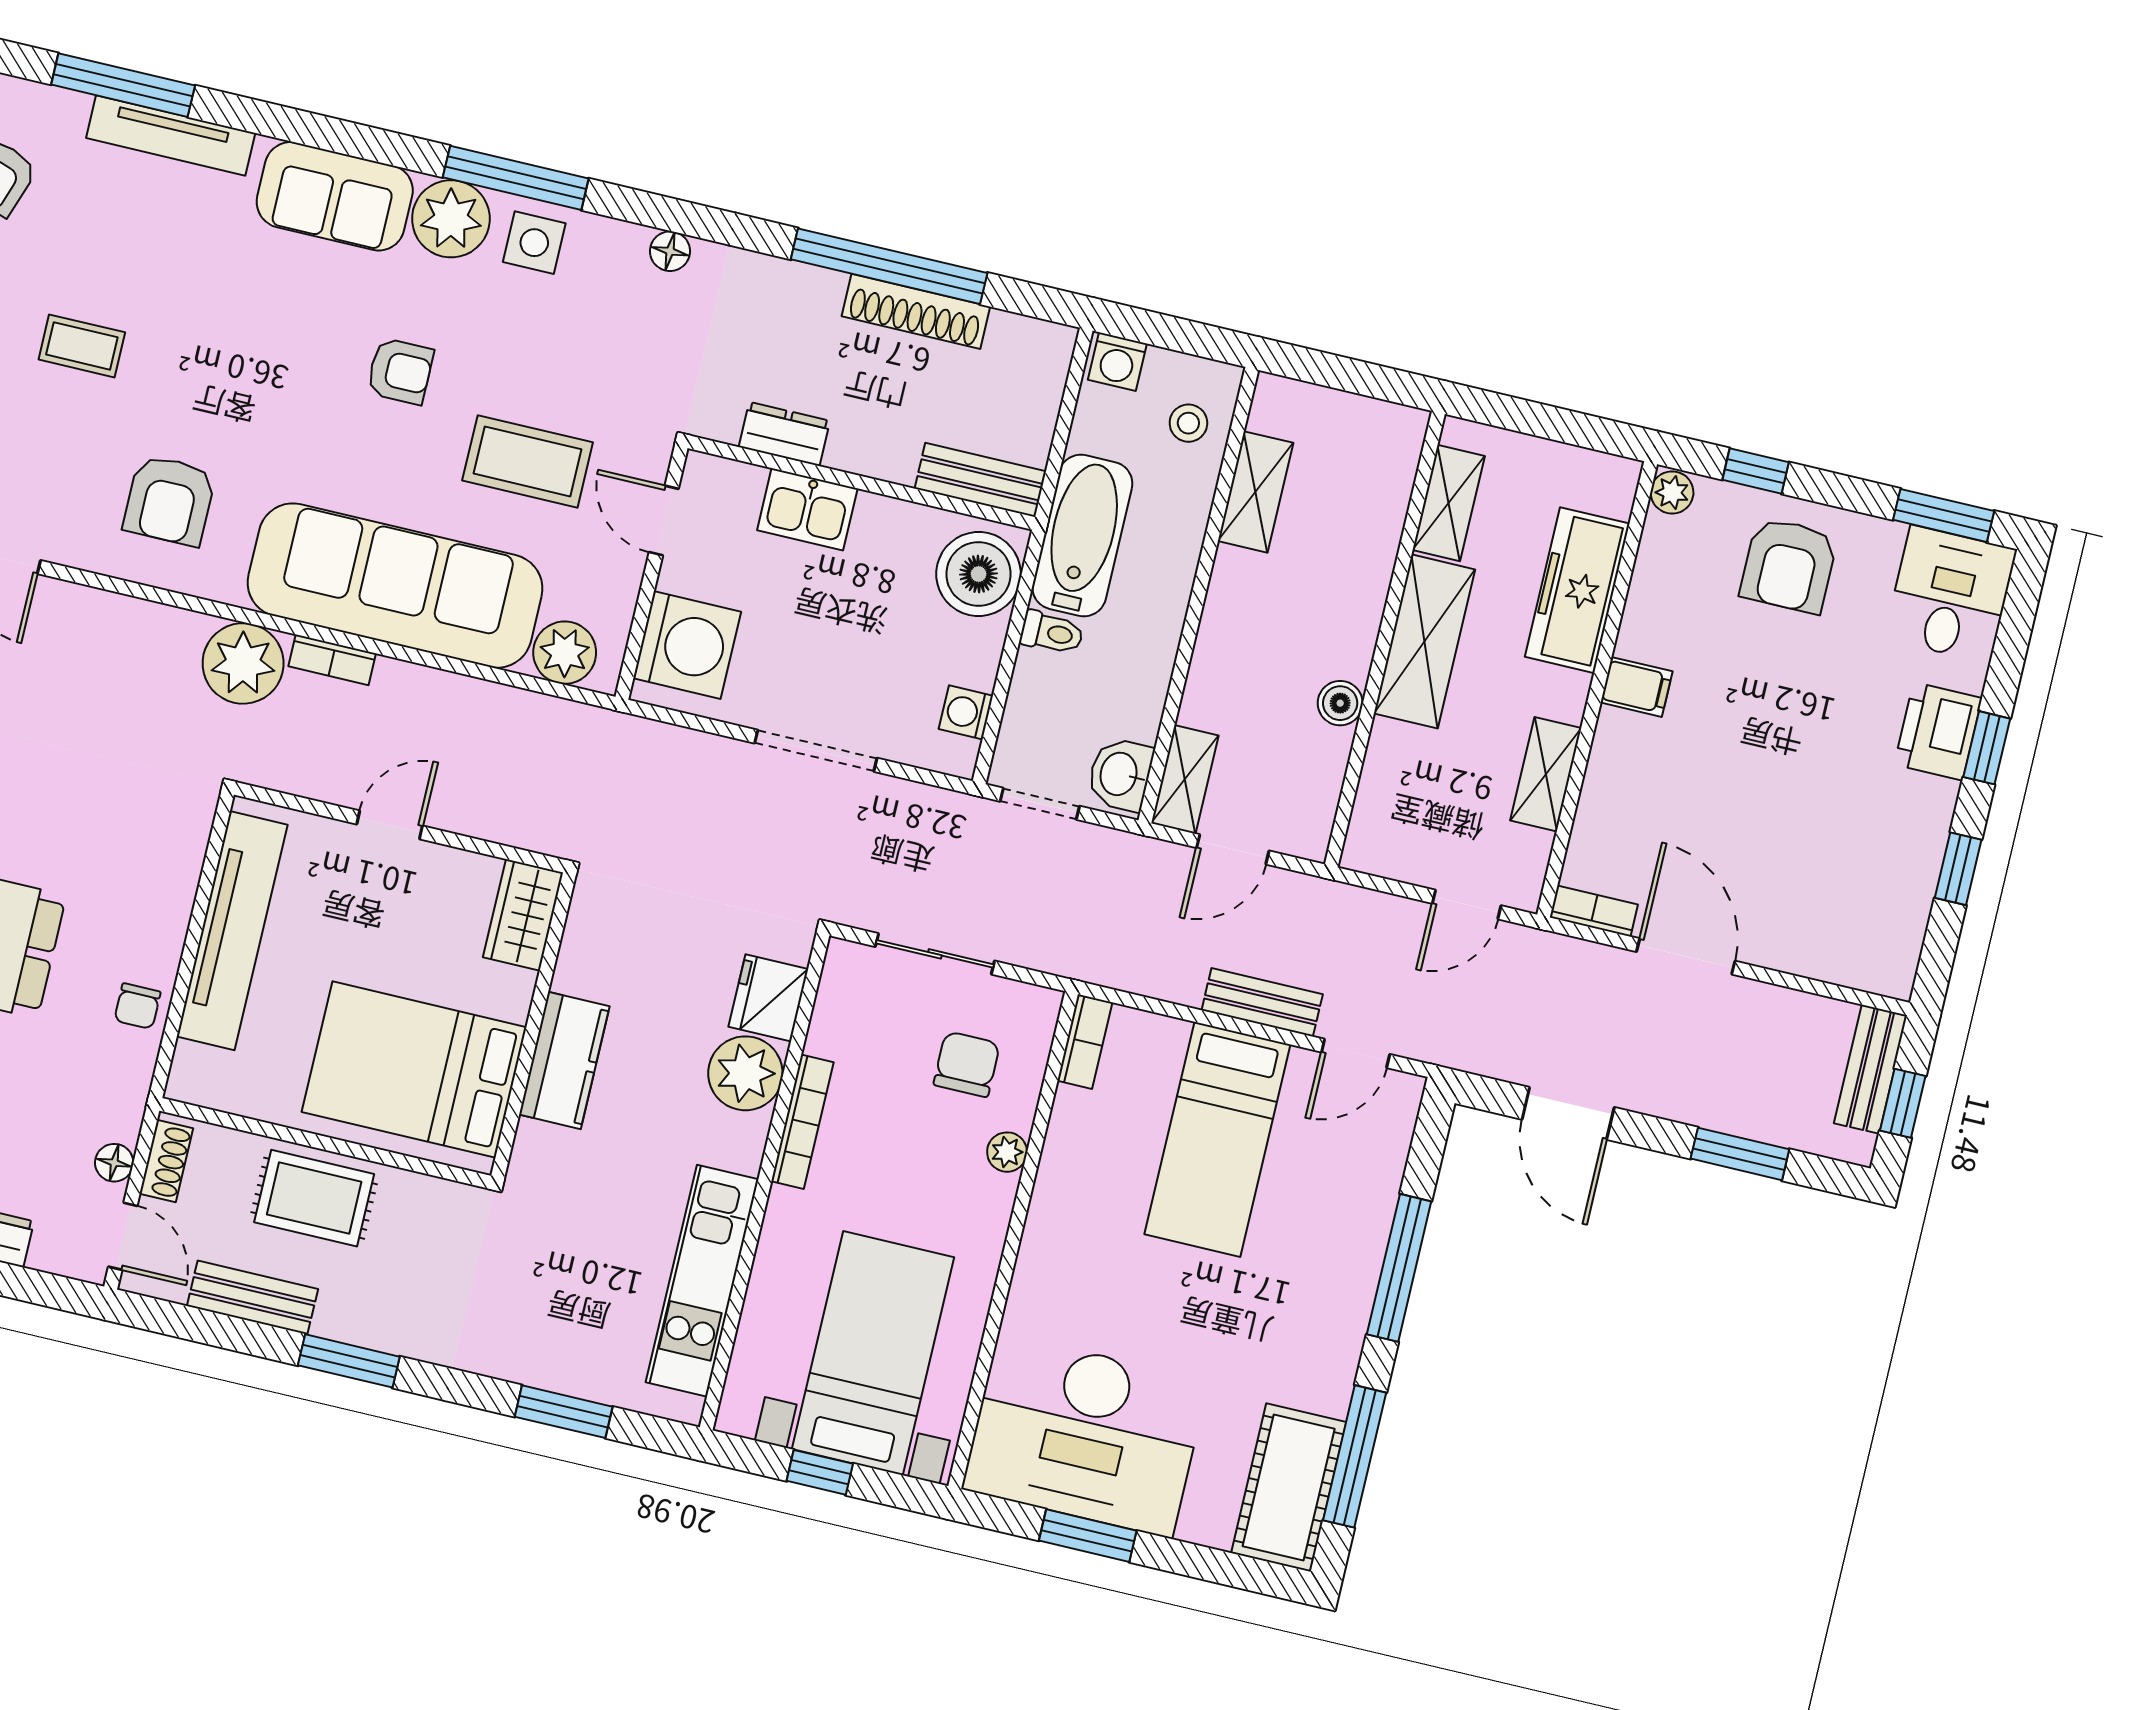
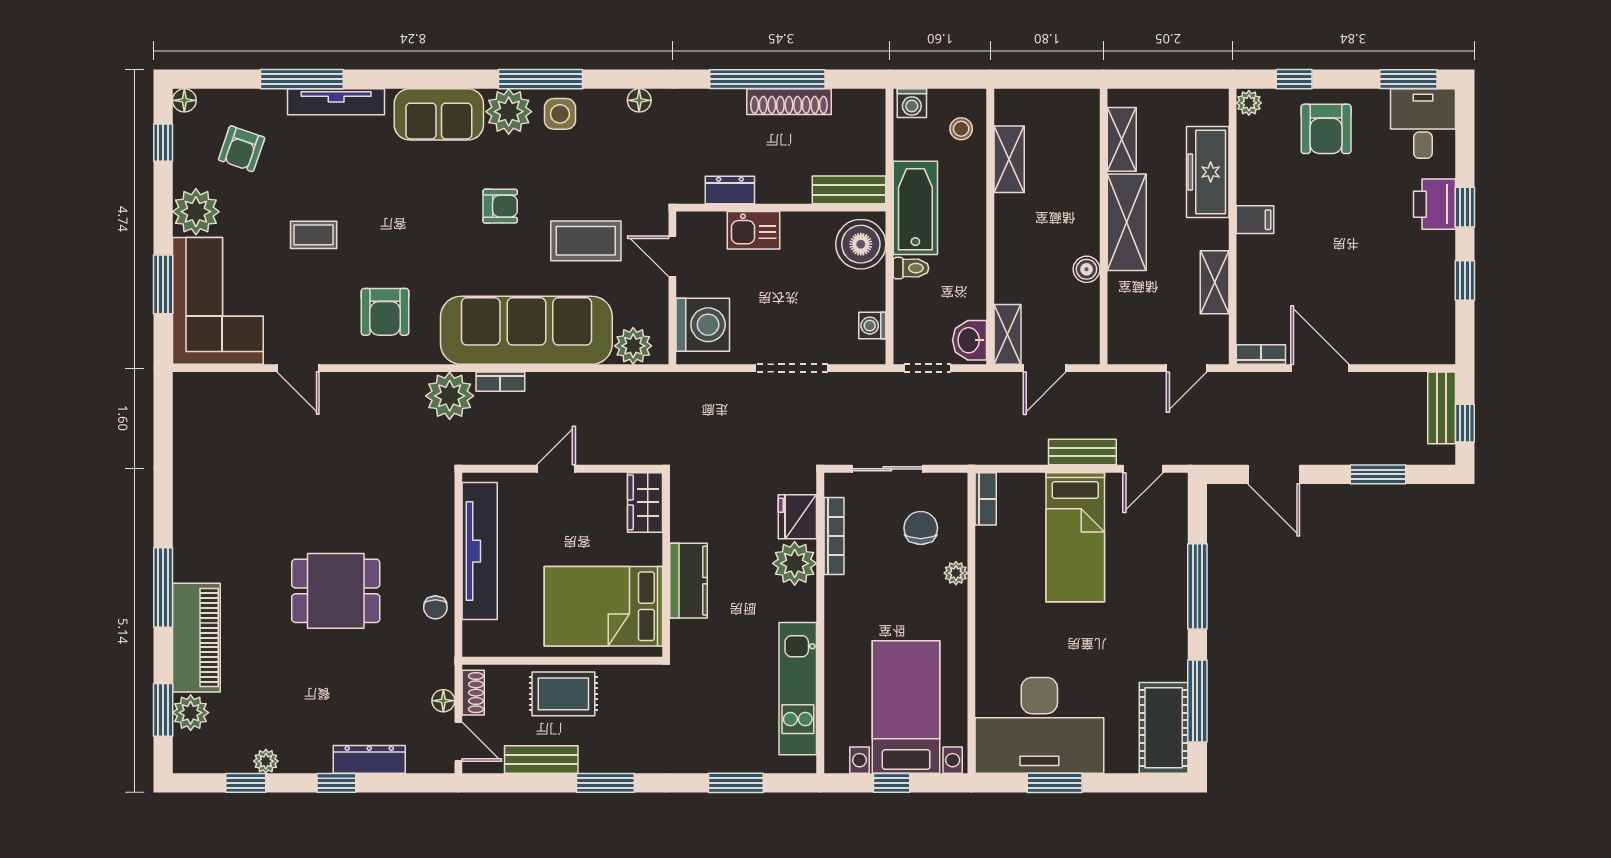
bookcase: (802, 1122) -> (834, 536), moved

